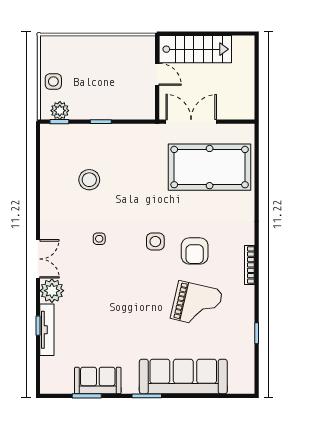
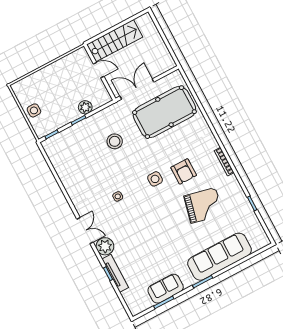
plant: (60, 111) -> (85, 107), moved
stool: (89, 180) -> (115, 141), moved

